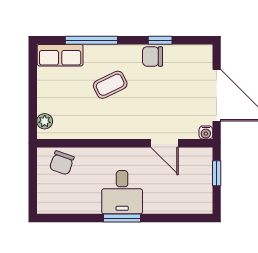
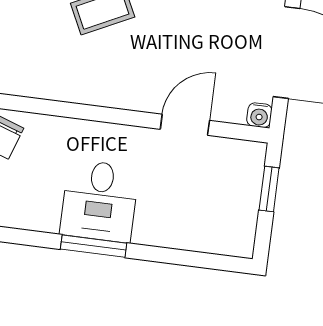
door: (165, 143) -> (185, 125), swing flipped

